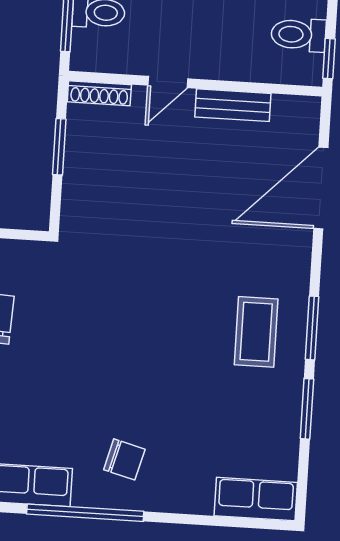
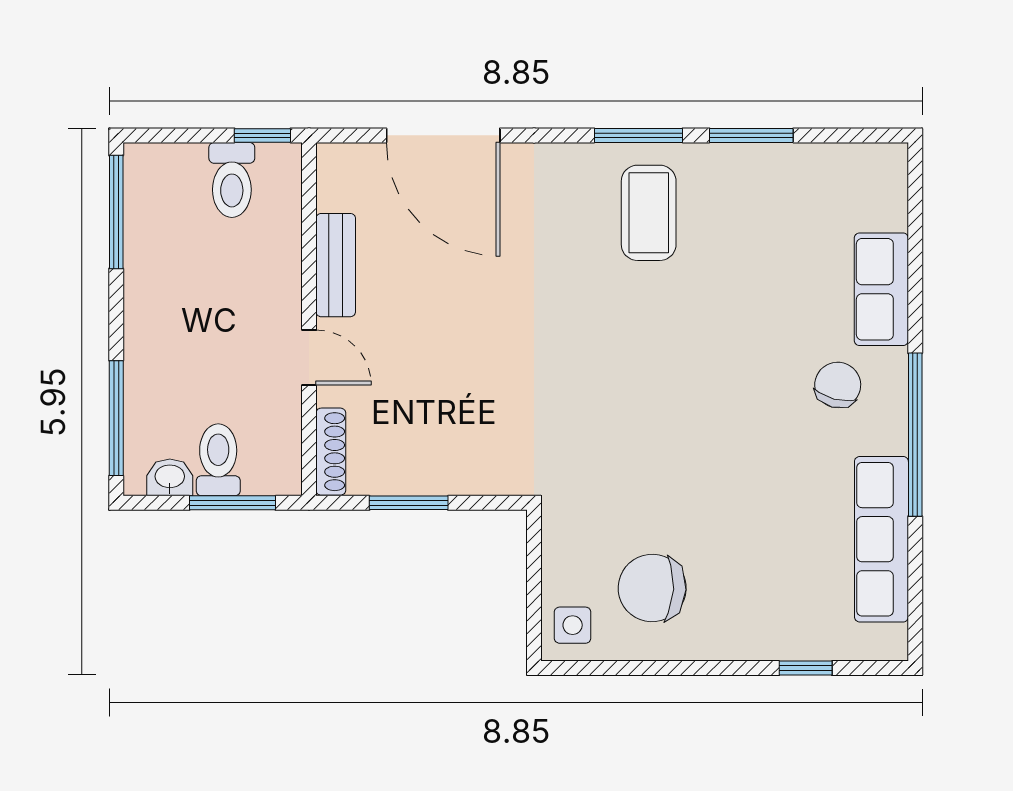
coffee table: (256, 332) -> (649, 213), turned 90
row of seats: (256, 499) -> (881, 289), moved

